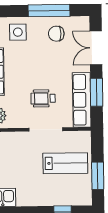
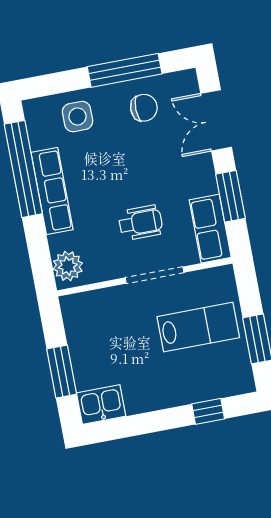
chair: (56, 34) -> (144, 108), turned 180
wheelchair: (43, 98) -> (141, 223), turned 180
row of seats: (82, 100) -> (210, 229), width x0.68

